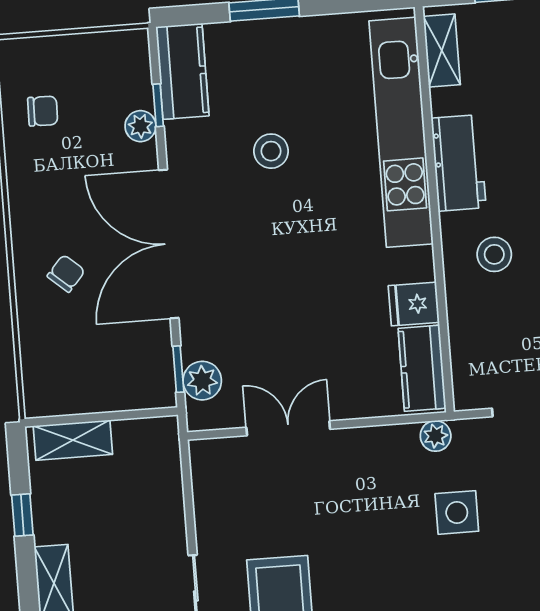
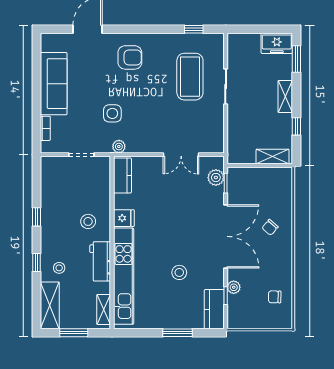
fridge: (414, 304) -> (124, 218), moved

